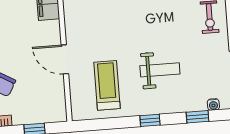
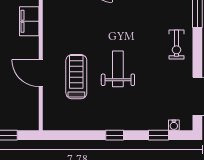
weight bench: (160, 70) -> (118, 69), moved, turned -90
treadmill: (107, 85) -> (76, 77), moved

